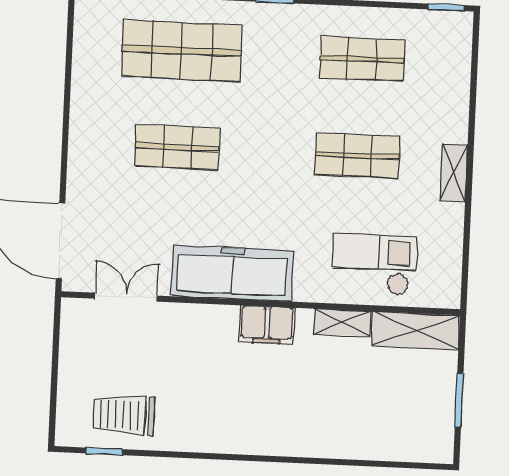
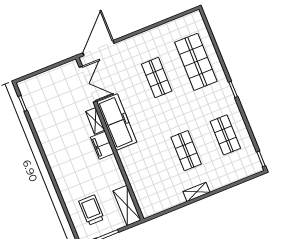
checkout: (374, 264) -> (146, 177), removed
double door: (126, 297) -> (88, 84), width x1.37
shelving: (342, 323) -> (95, 121), moved
trolley: (124, 415) -> (91, 210), moved

